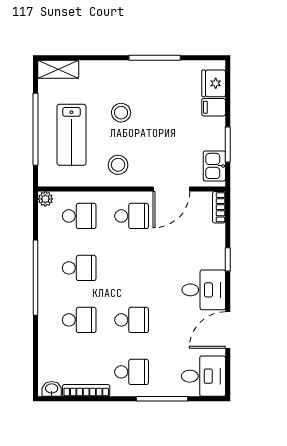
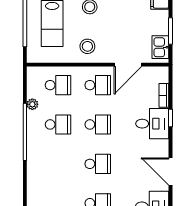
plant: (45, 199) -> (32, 104), moved
bookcase: (219, 207) -> (164, 95), moved
desk: (204, 290) -> (152, 124), moved
school desk: (79, 320) -> (98, 124), moved
door: (228, 330) -> (170, 172), hinge flipped

